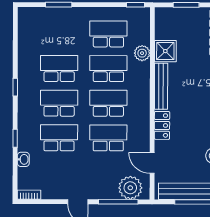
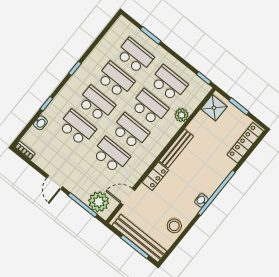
school desk: (59, 34) -> (135, 56), added
shower: (165, 51) -> (214, 108), moved
door: (152, 163) -> (128, 197), hinge flipped

